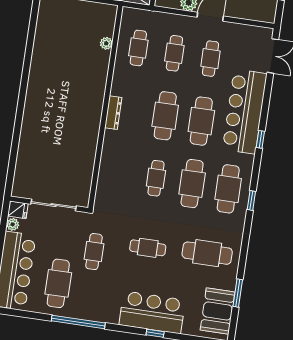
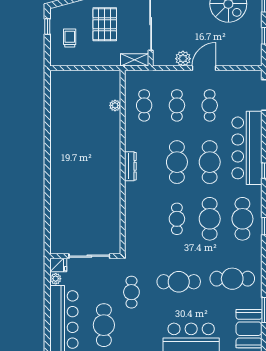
cafe table: (148, 248) -> (179, 282), width x1.37, depth x1.35

